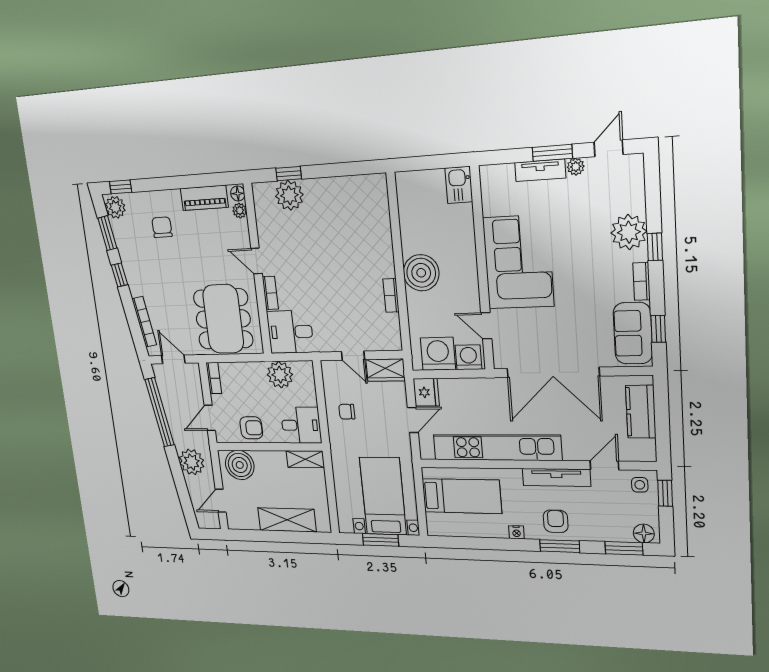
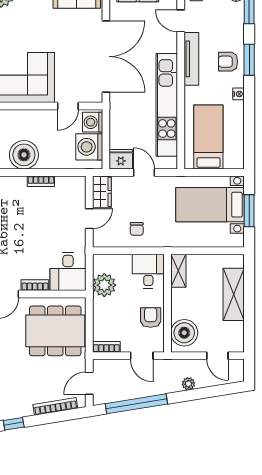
plant: (192, 462) -> (188, 384), width x0.53, depth x0.53

